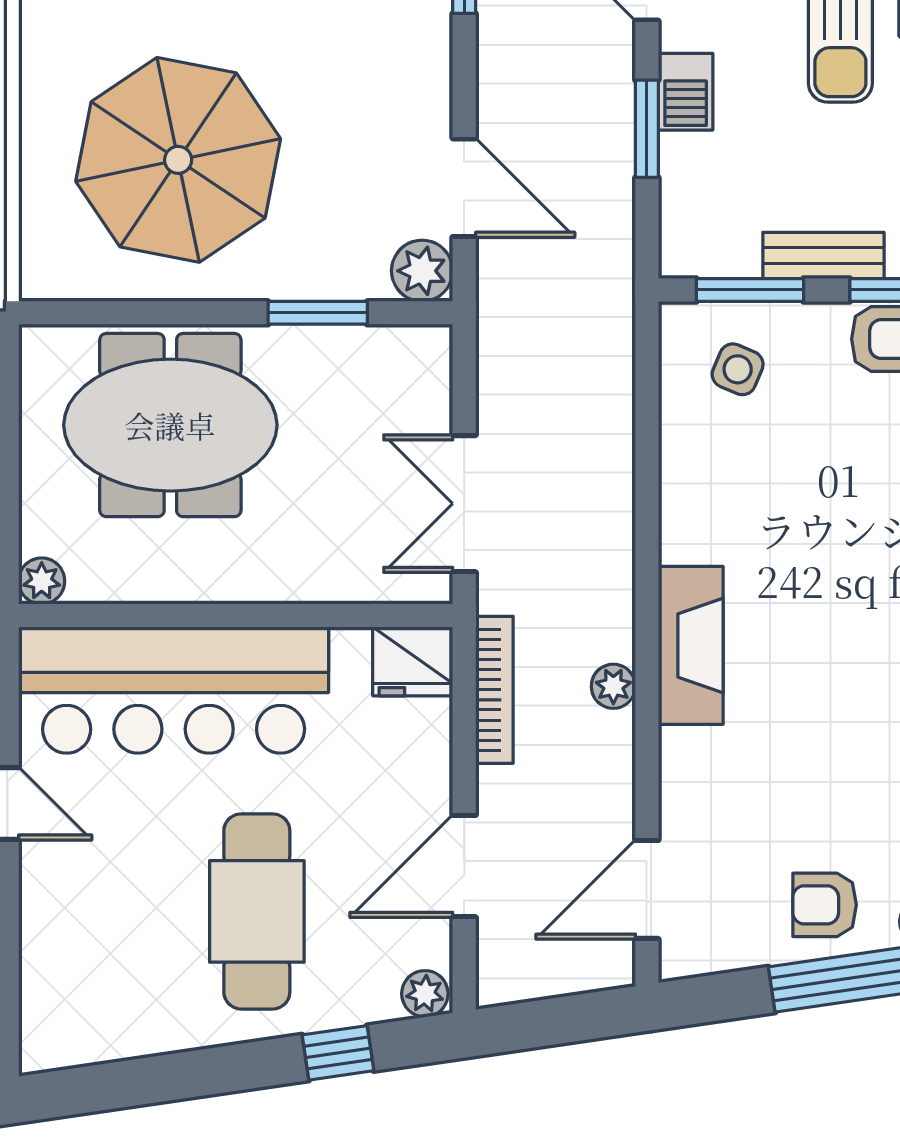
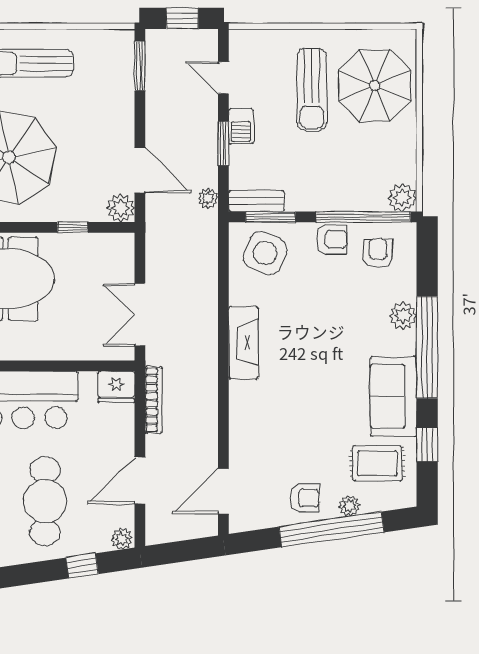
bench: (823, 255) -> (256, 201), moved
window: (318, 313) -> (73, 227), width x0.67
side table: (738, 369) -> (265, 253), width x1.87, depth x1.87
fireplace: (691, 645) -> (243, 343), moved
plant: (613, 686) -> (208, 198), moved
armchair: (825, 905) -> (305, 498), turned 180

